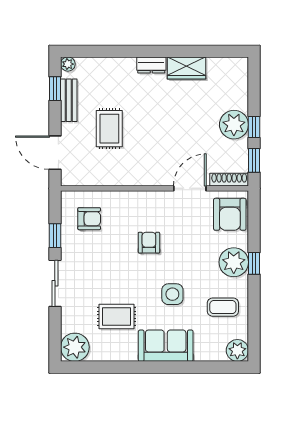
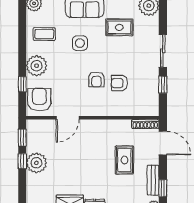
shoe rack: (229, 180) -> (145, 124), moved
armchair: (89, 219) -> (119, 83), moved
window: (254, 263) -> (22, 84), moved

